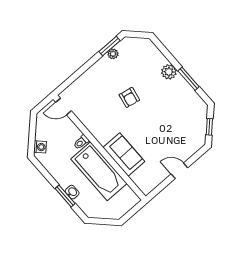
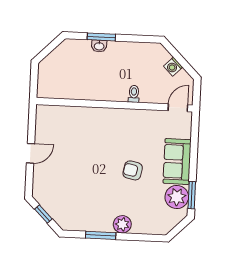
plant: (113, 54) -> (177, 197), width x1.88, depth x1.88
washing machine: (40, 147) -> (173, 67), moved
sofa: (124, 154) -> (177, 161), moved, turned 90
bathtub: (99, 171) -> (95, 85), removed

